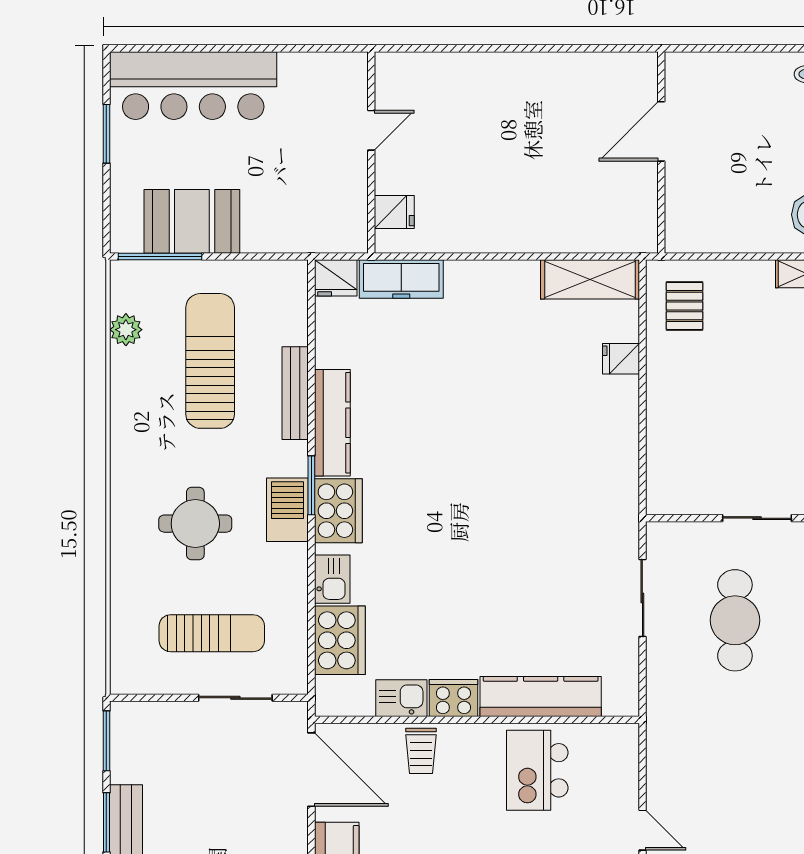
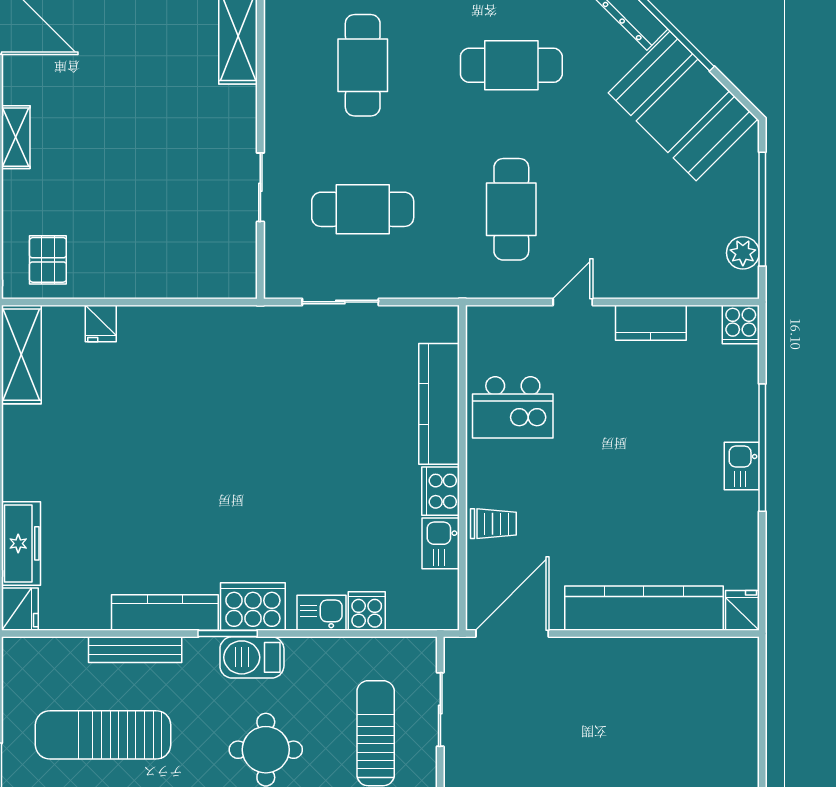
pallet: (684, 306) -> (48, 260), turned 90
cooker: (340, 640) -> (367, 611), width x0.53, depth x0.76
cafe table: (735, 769) -> (511, 209), added

